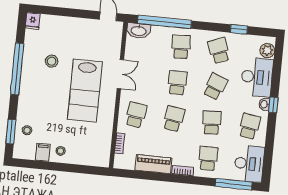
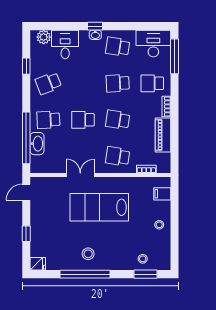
window: (65, 12) -> (26, 234), added
washbasin: (139, 31) -> (37, 144), moved
stool: (52, 61) -> (88, 254), moved
desk: (257, 77) -> (65, 44), width x0.73
school desk: (215, 87) -> (83, 83), removed
lab bench: (85, 91) -> (99, 207), turned 180
filing cabinet: (43, 152) -> (162, 194), moved

